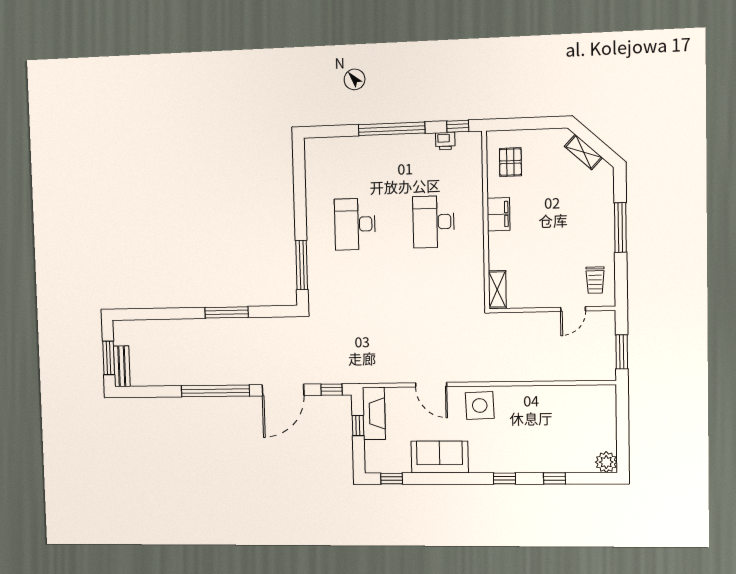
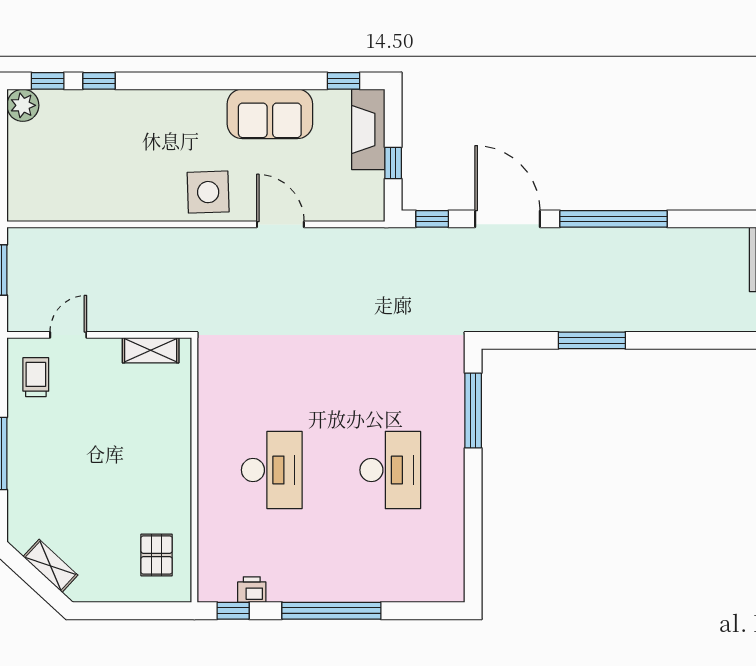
filing cabinet: (499, 214) -> (175, 478), removed
shelving: (497, 289) -> (151, 350), moved, turned 90
door: (283, 390) -> (507, 219), hinge flipped
fireplace: (374, 413) -> (368, 129), moved
window: (504, 478) -> (48, 81), moved

